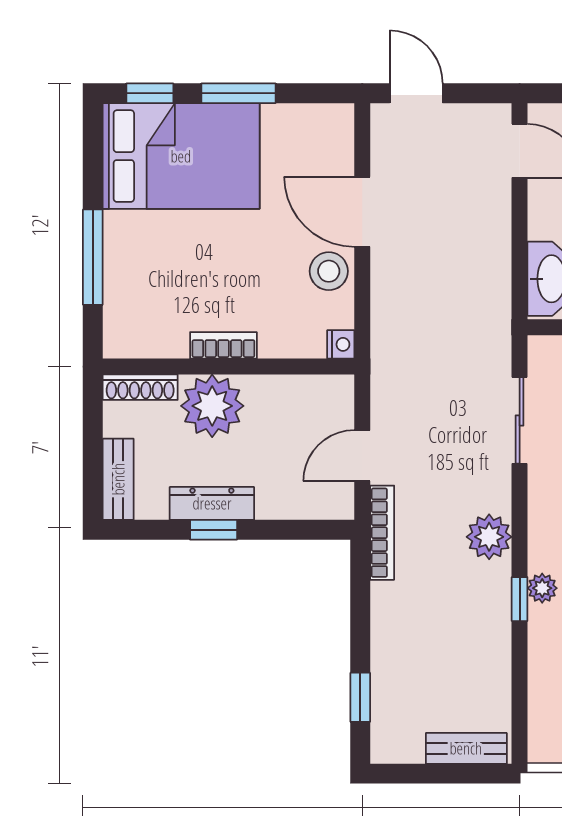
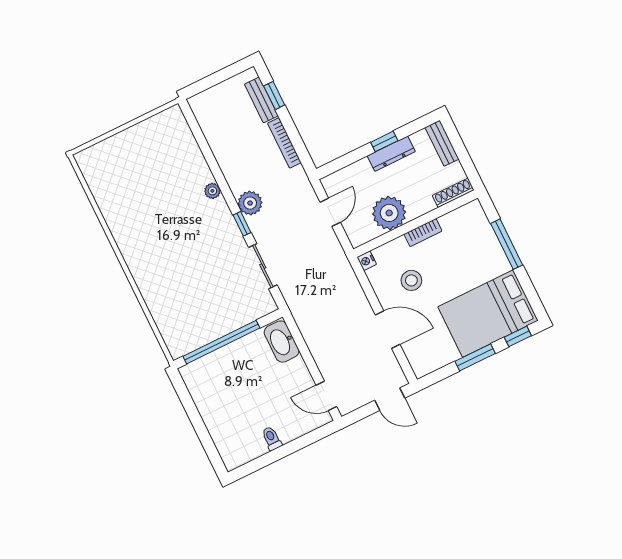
stool: (329, 271) -> (411, 280), moved
plant: (212, 406) -> (389, 213), moved
bookcase: (382, 533) -> (284, 143), moved
window: (520, 599) -> (242, 224), moved
bench: (466, 748) -> (261, 100), moved, turned 90

